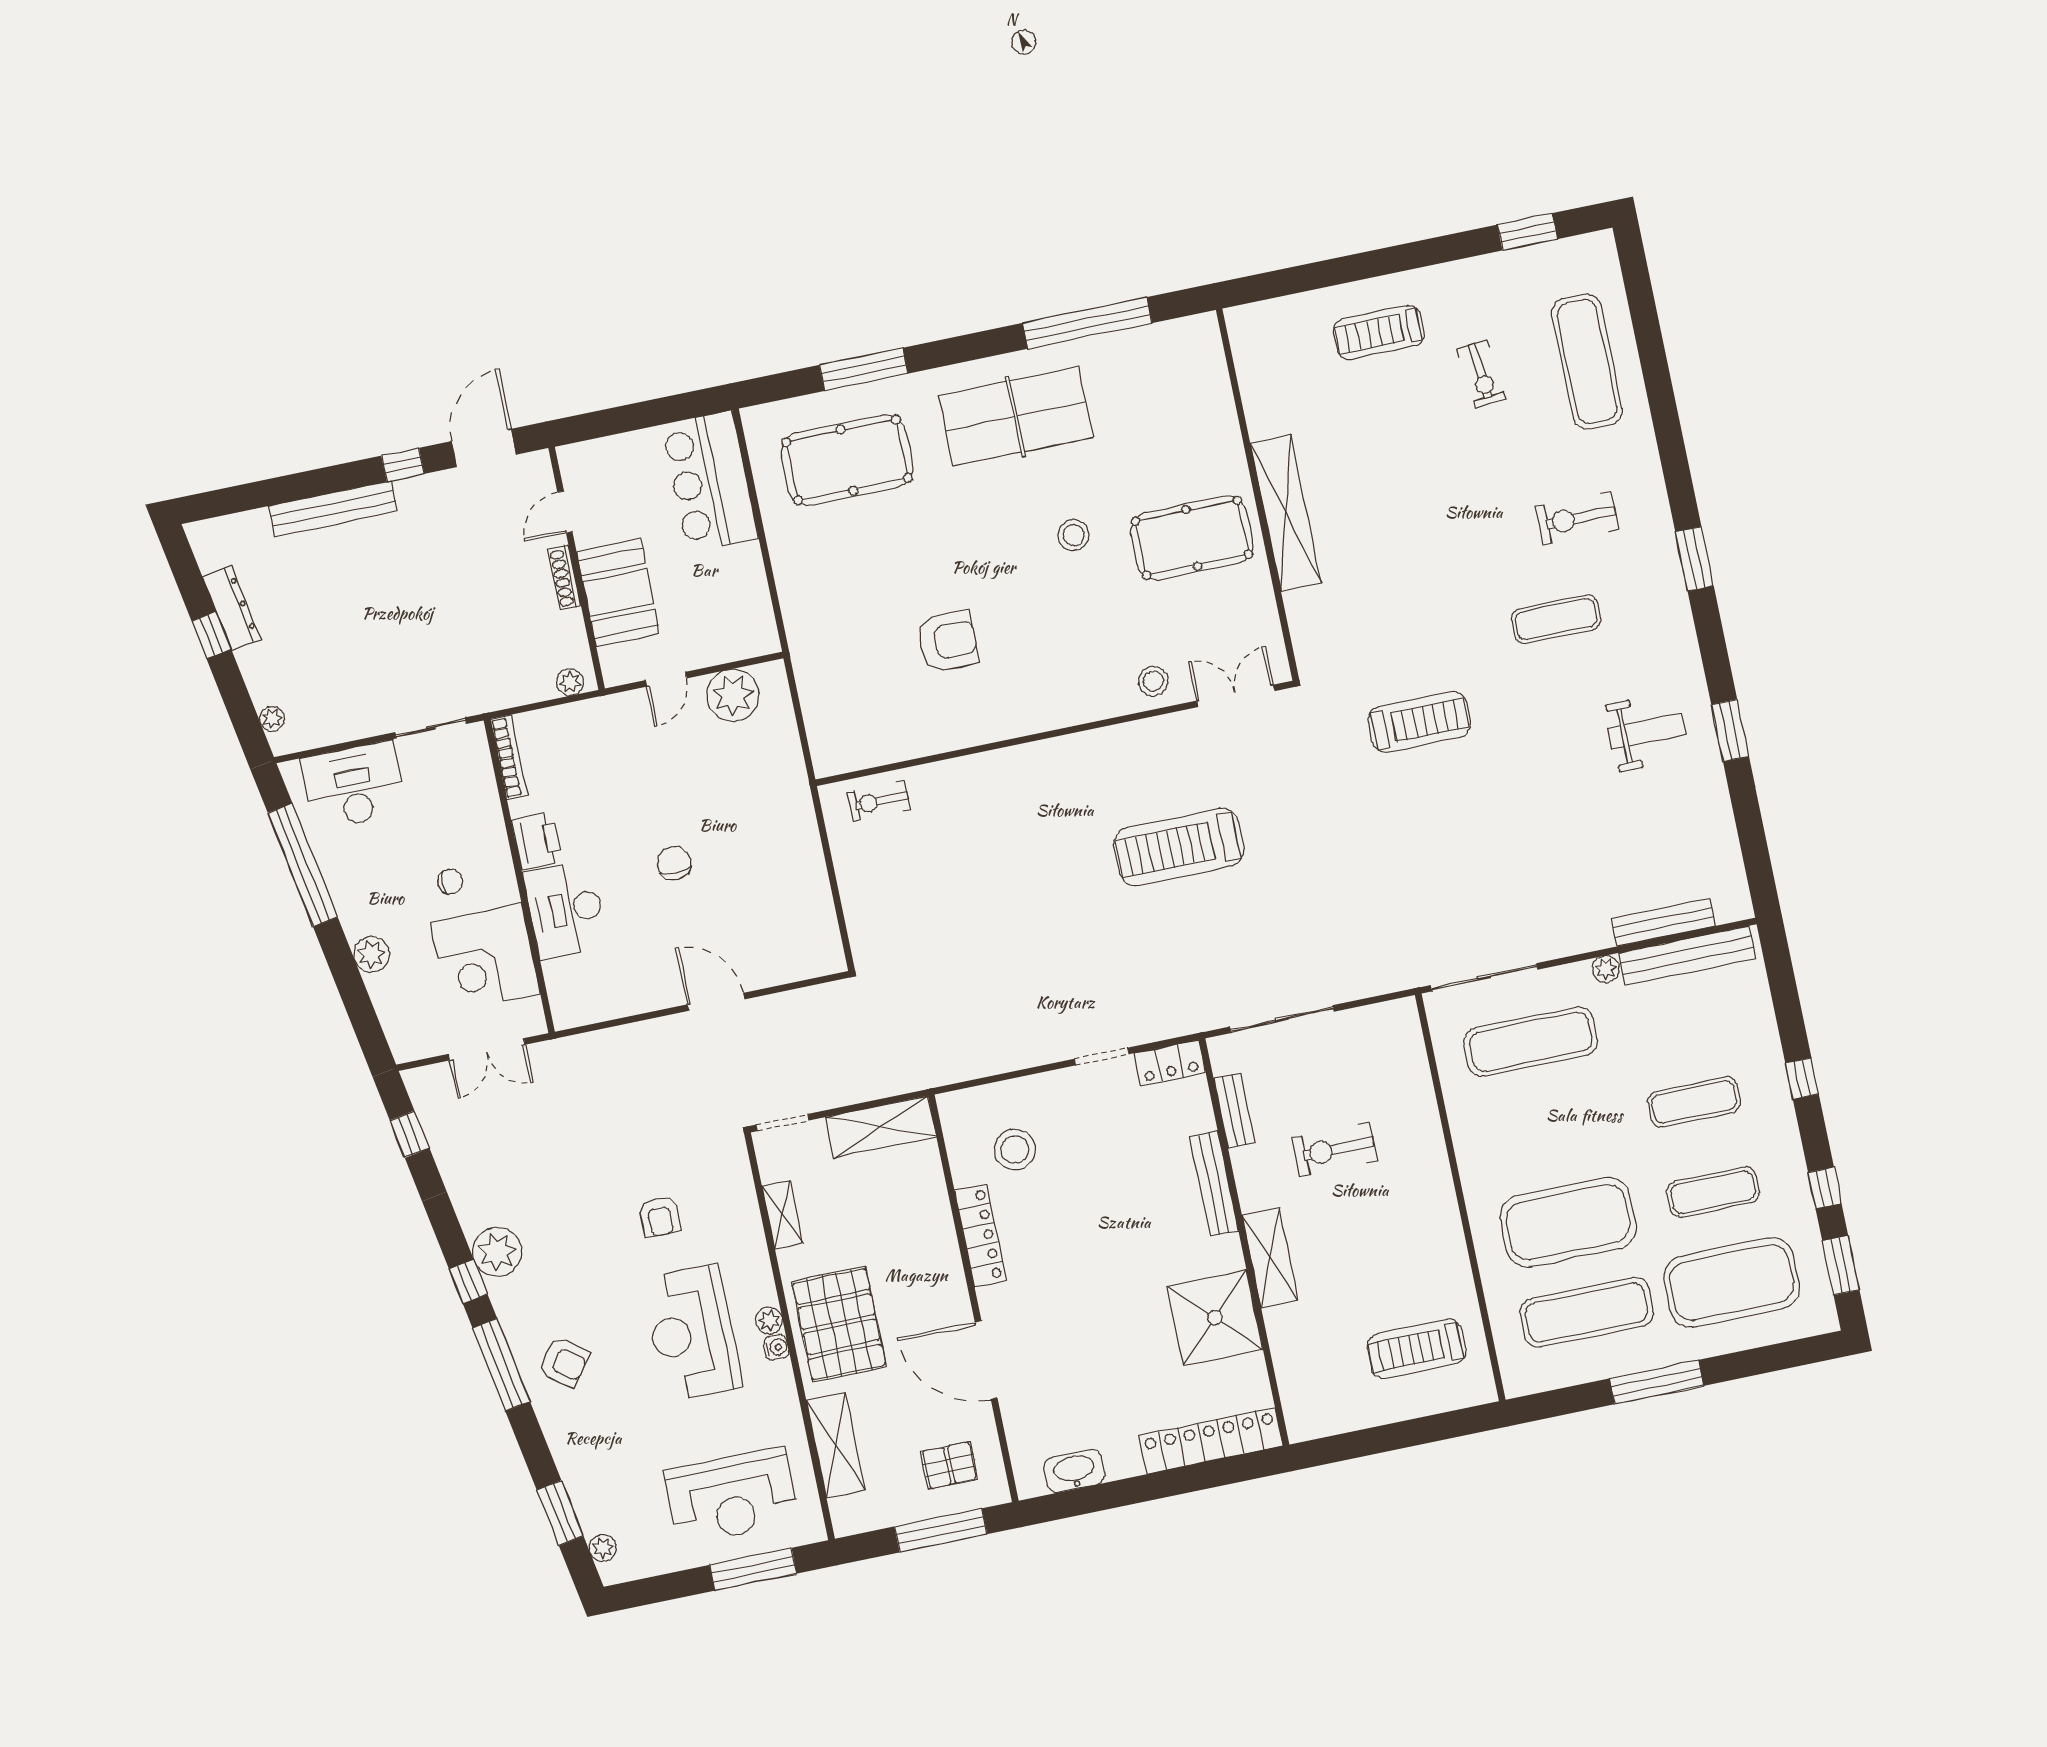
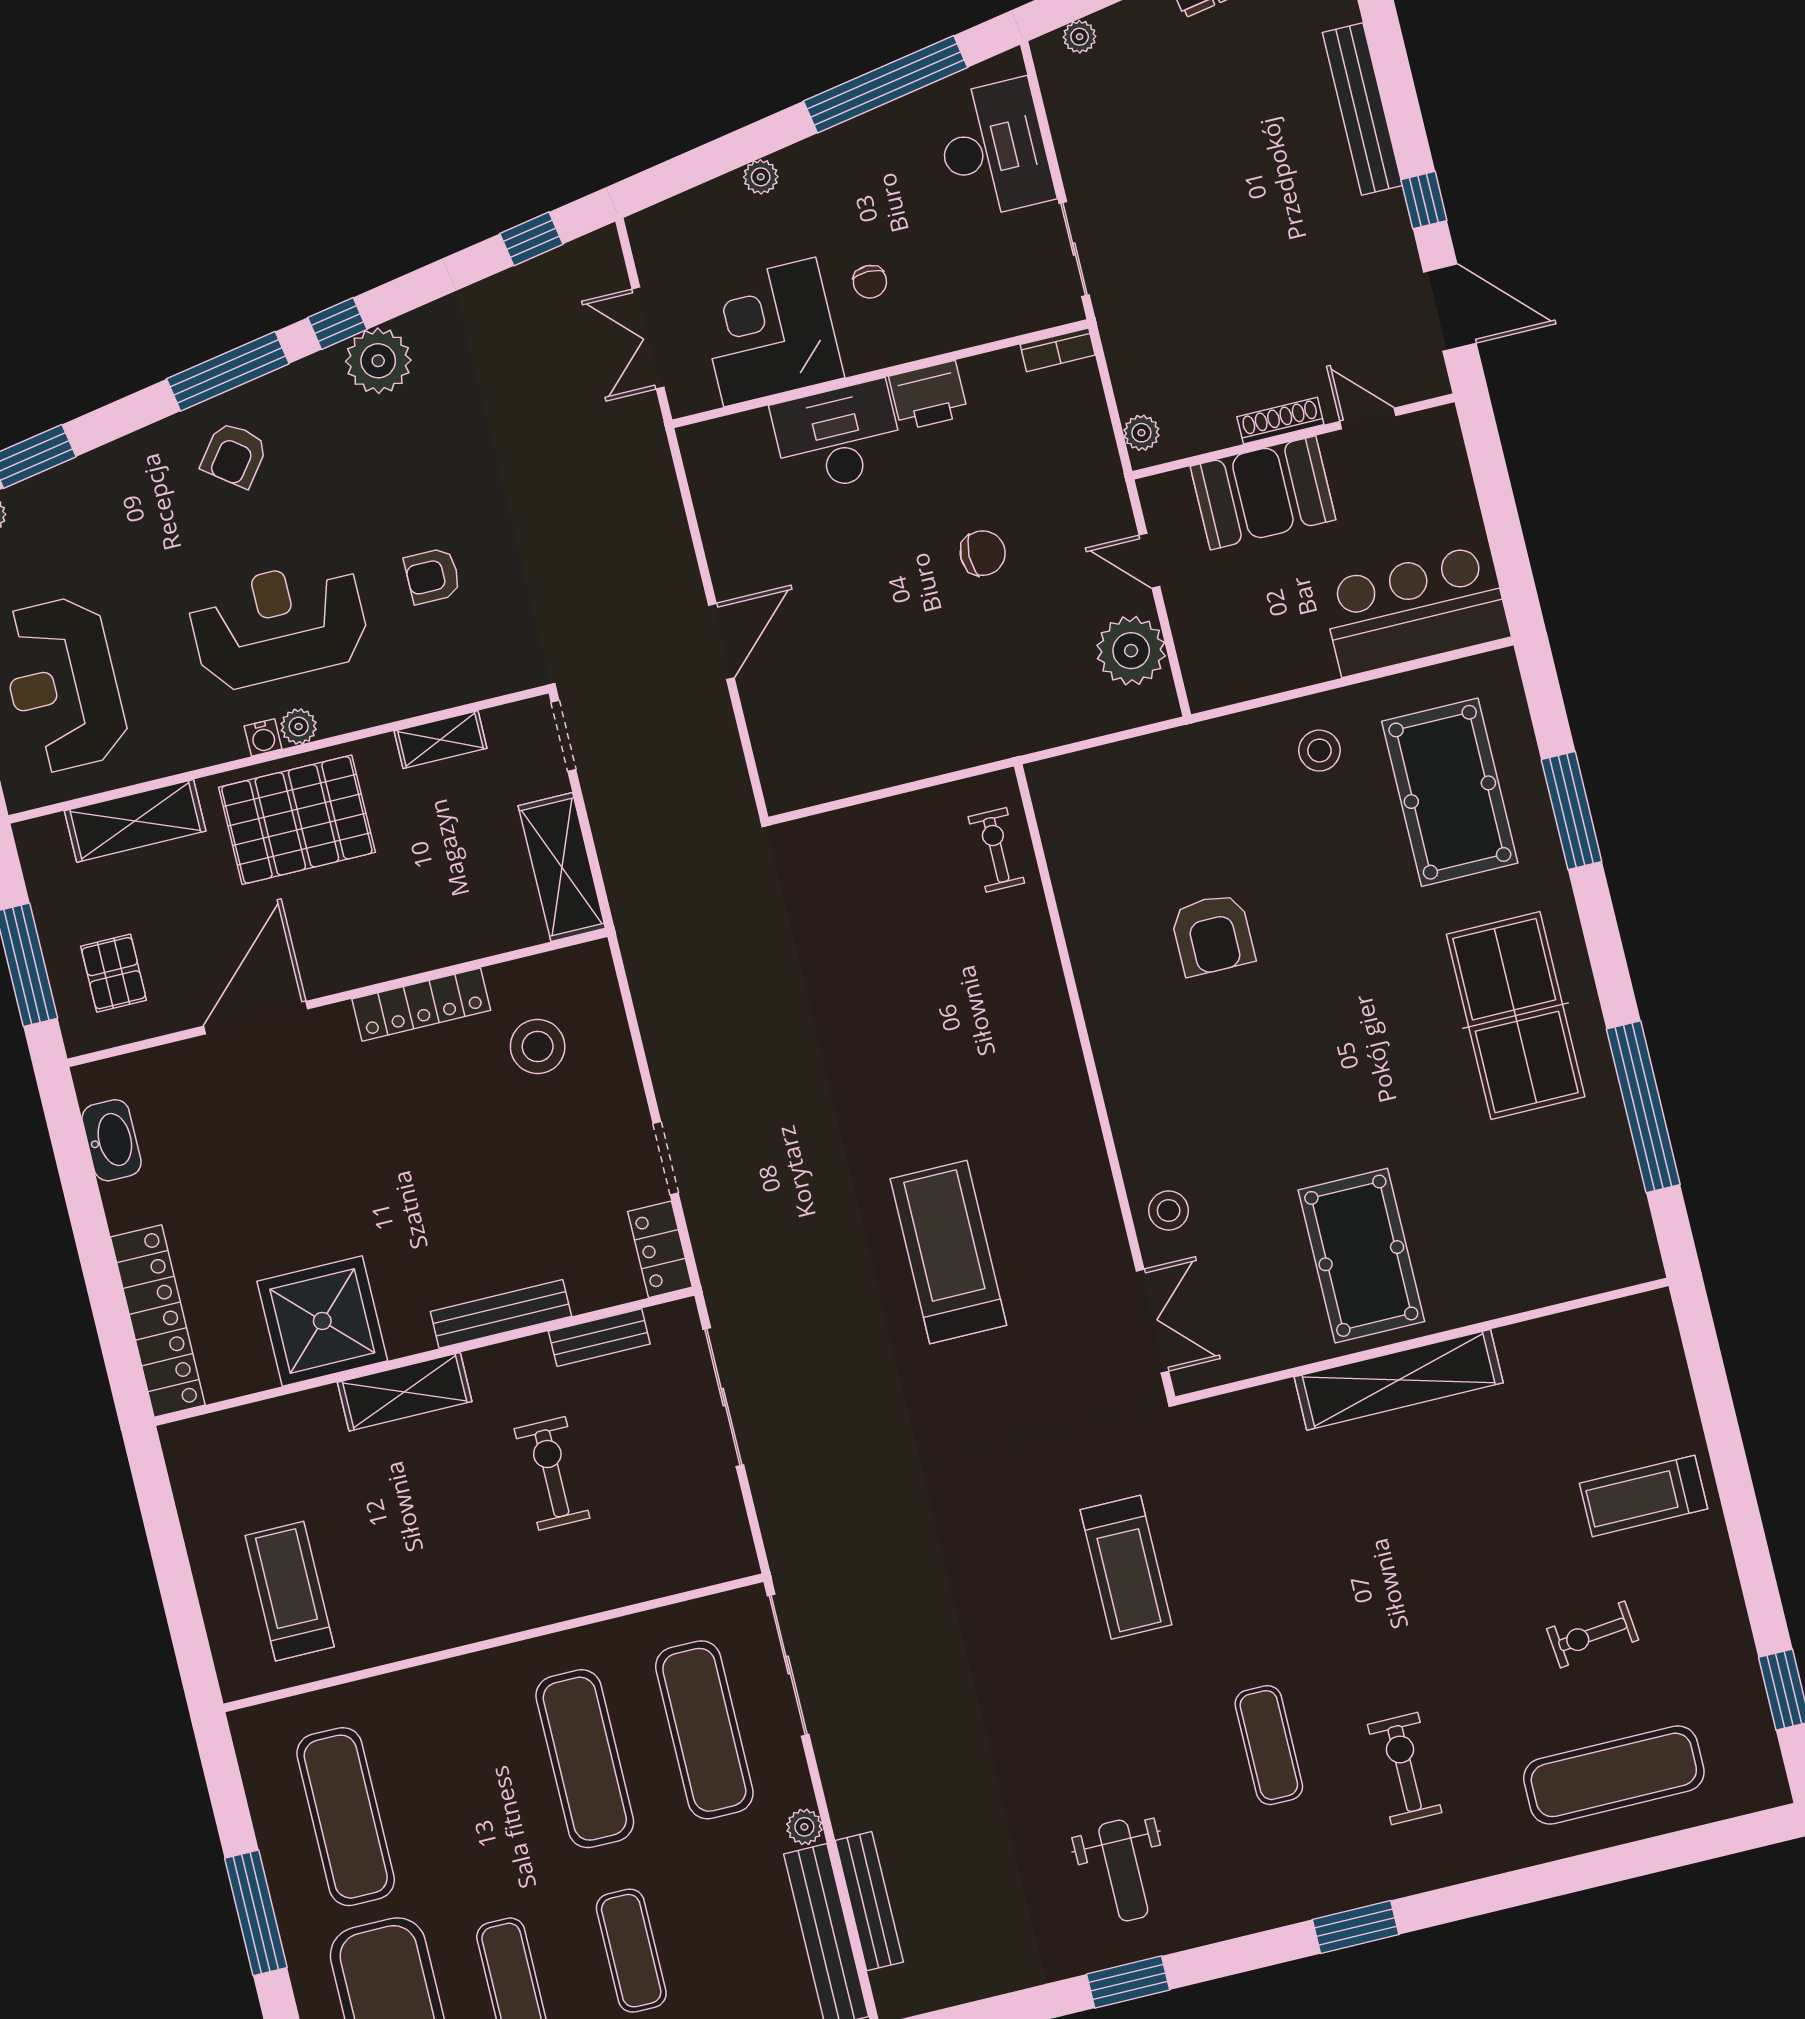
treadmill: (1379, 332) -> (1644, 1496), turned -90
stool: (1074, 535) -> (1319, 751), moved
bookcase: (509, 757) -> (1058, 350), width x0.64
chair: (674, 863) -> (983, 553), moved
plant: (372, 955) -> (761, 177), width x0.73, depth x0.73
exercise mat: (1568, 1222) -> (585, 1759), moved, width x0.68

